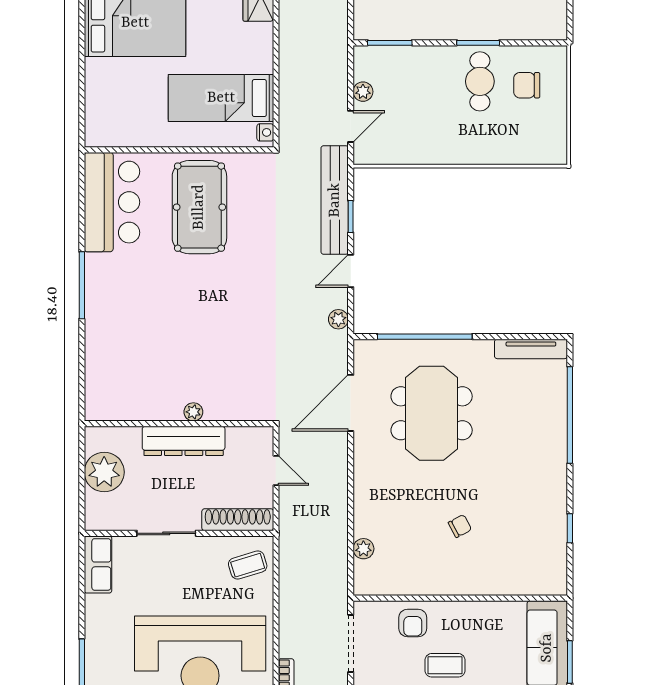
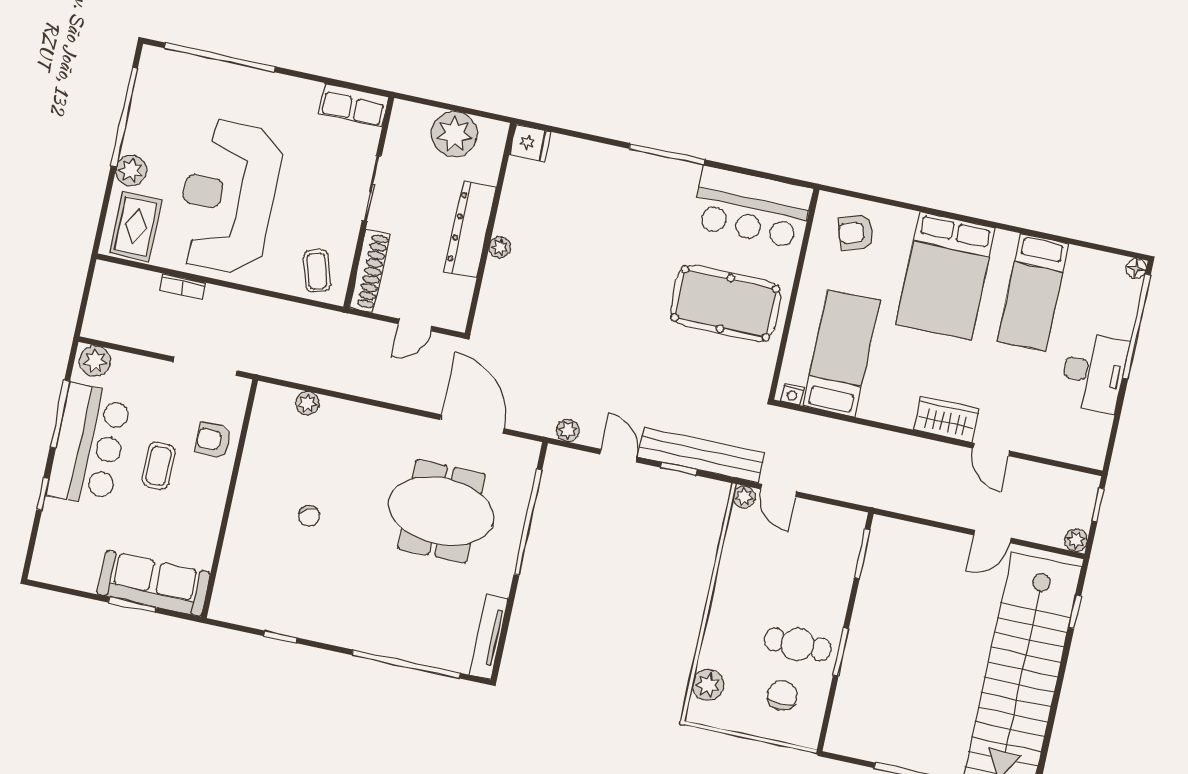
plant: (363, 92) -> (744, 497), moved
armchair: (114, 108) -> (856, 232), added
plant: (532, 151) -> (708, 685), added
fridge: (98, 405) -> (530, 143), added

